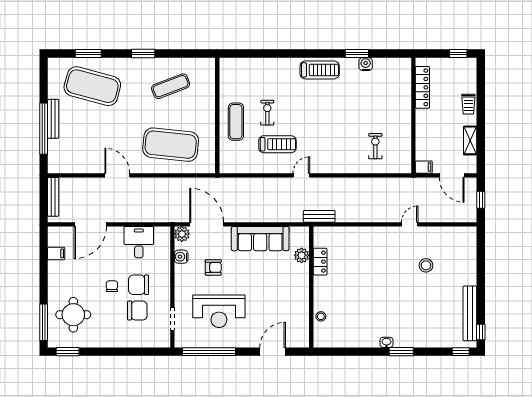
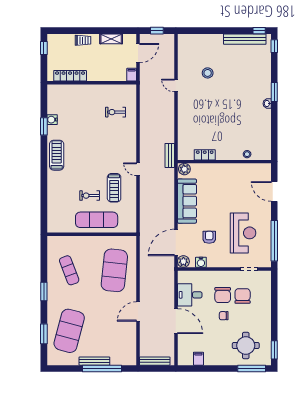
exercise mat: (236, 122) -> (97, 220), width x1.36, depth x1.45
treadmill: (277, 144) -> (114, 188), turned 180
door: (90, 224) -> (176, 321), moved
plant: (302, 255) -> (184, 169), moved

